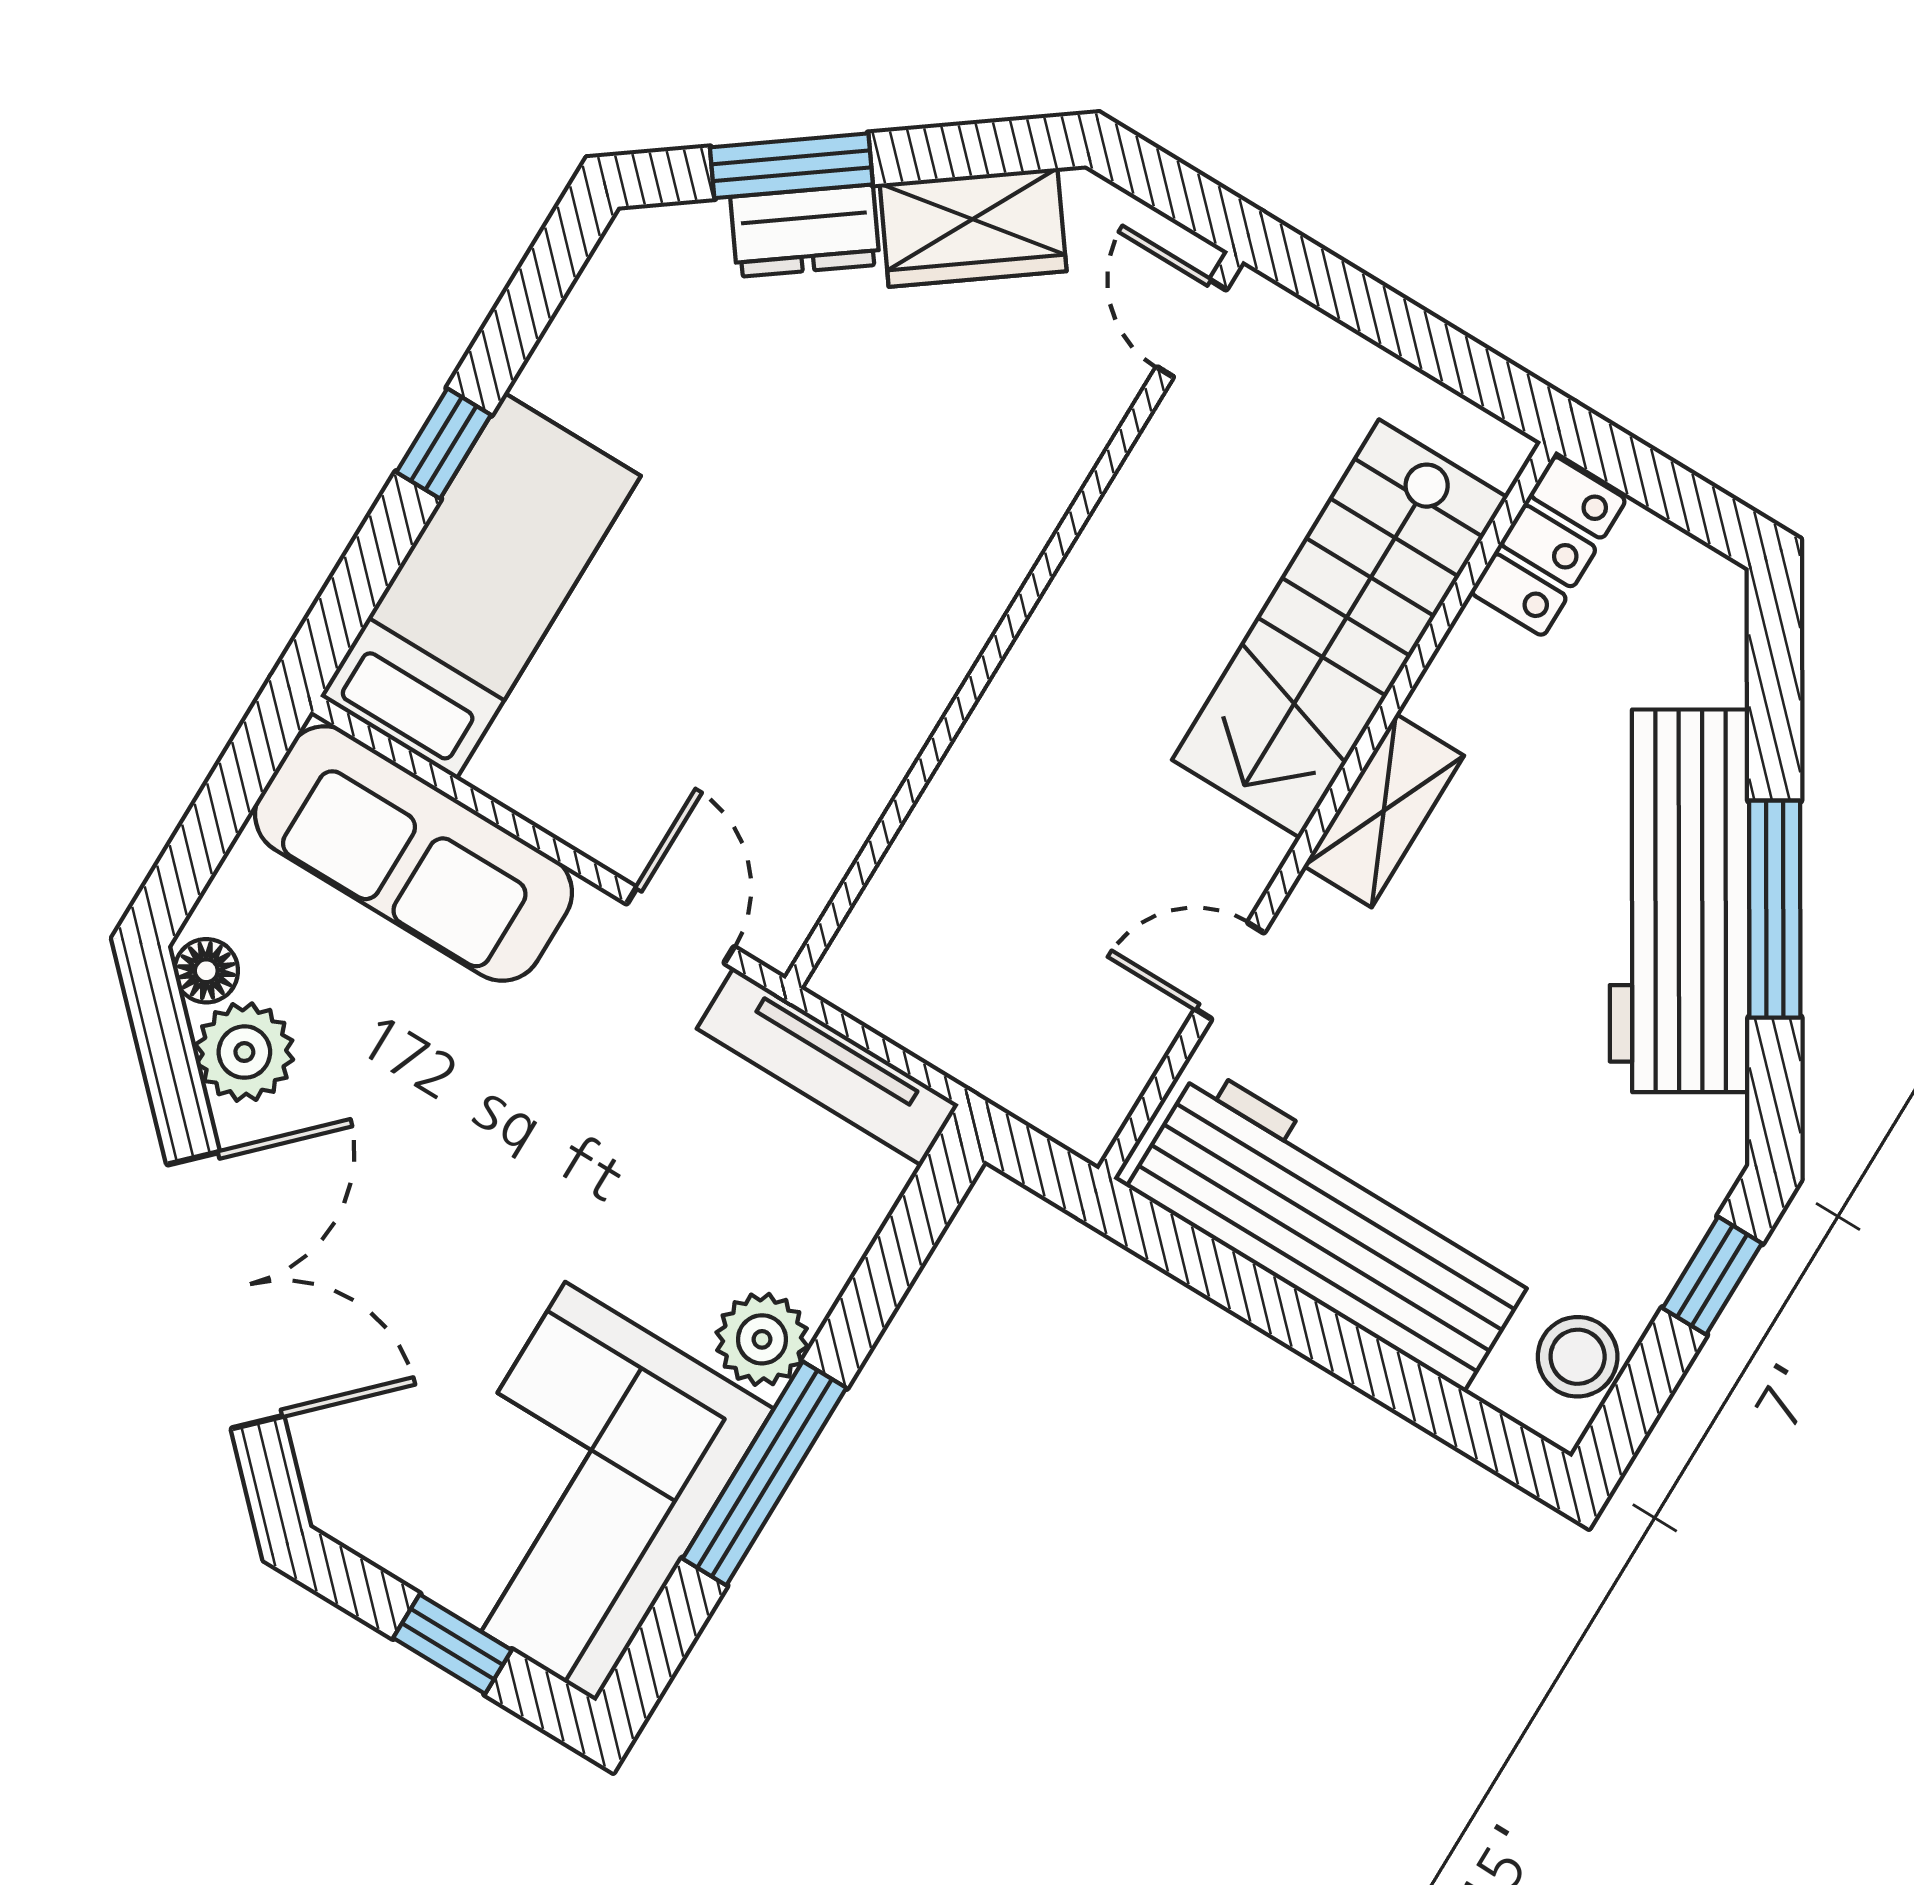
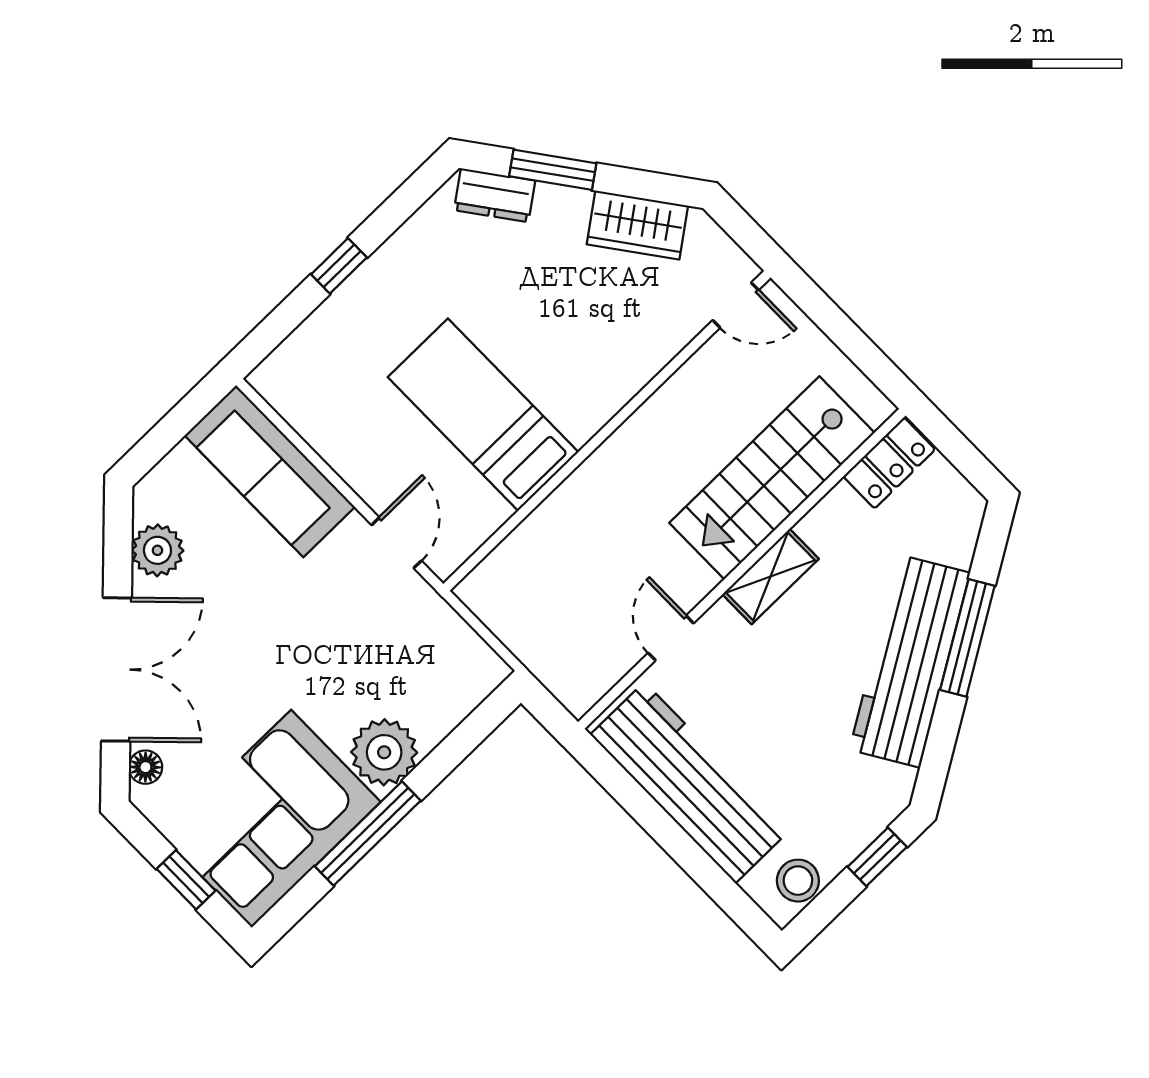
dresser: (805, 231) -> (495, 195), moved
door: (1192, 328) -> (736, 305), swing flipped
bed: (480, 586) -> (483, 415), moved, turned -90
window: (1775, 909) -> (967, 638), moved
floor lamp: (206, 971) -> (145, 767), moved
door: (1230, 971) -> (671, 638), hinge flipped
tv unit: (828, 1067) -> (453, 634), removed
plant: (762, 1339) -> (384, 752), width x1.36, depth x1.36

